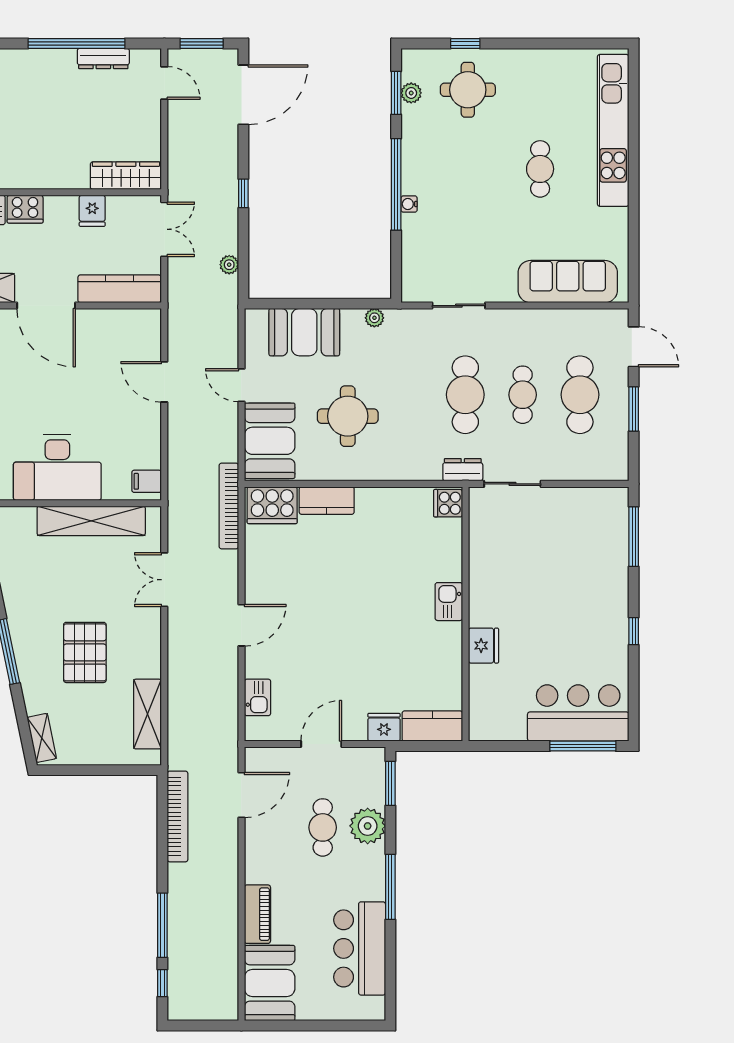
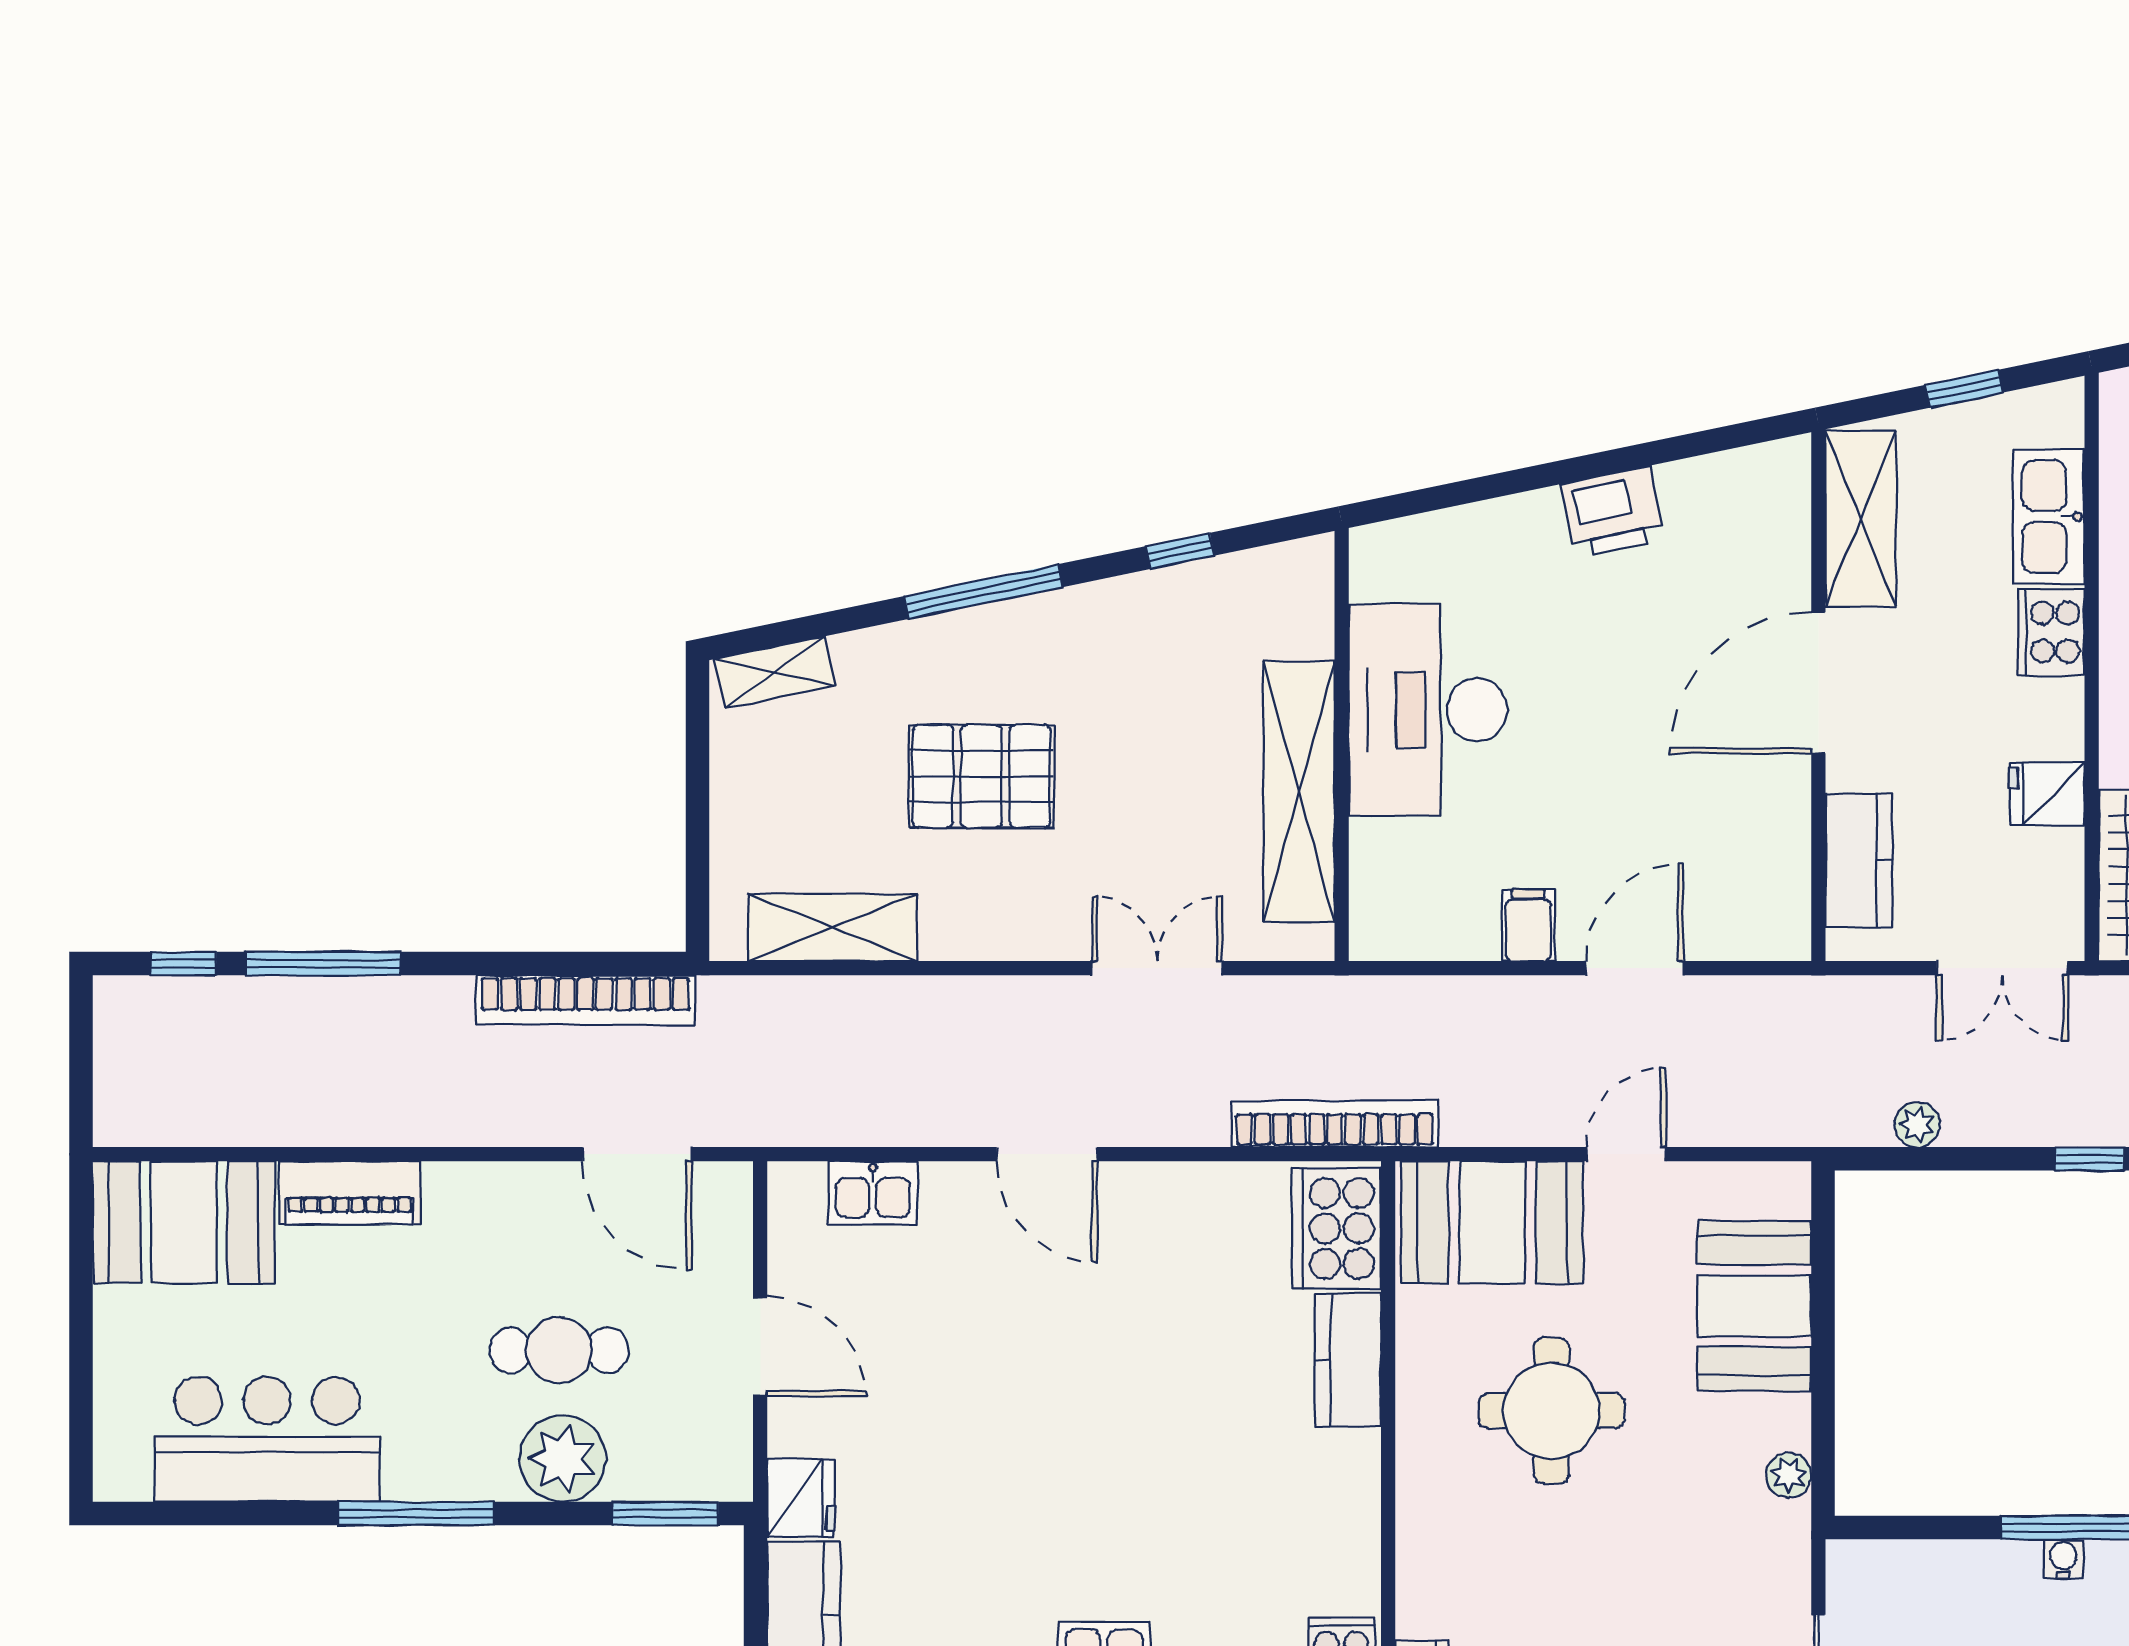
kitchen counter: (120, 289) -> (1859, 860), width x0.67
filing cabinet: (147, 481) -> (1528, 925), moved

